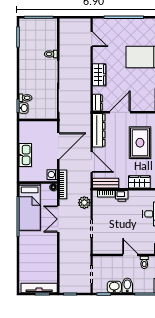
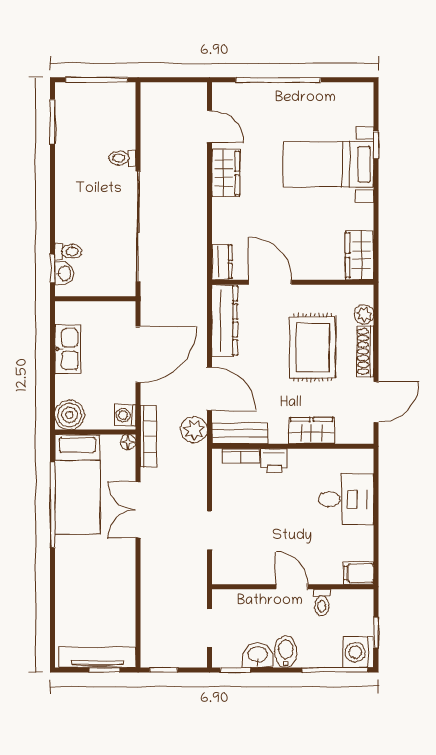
wardrobe: (99, 75) -> (226, 173), moved
door: (120, 112) -> (270, 282), hinge flipped
kitchen sink: (25, 155) -> (68, 349), moved
boiler: (26, 174) -> (70, 415), added
plant: (84, 203) -> (194, 430), moved

